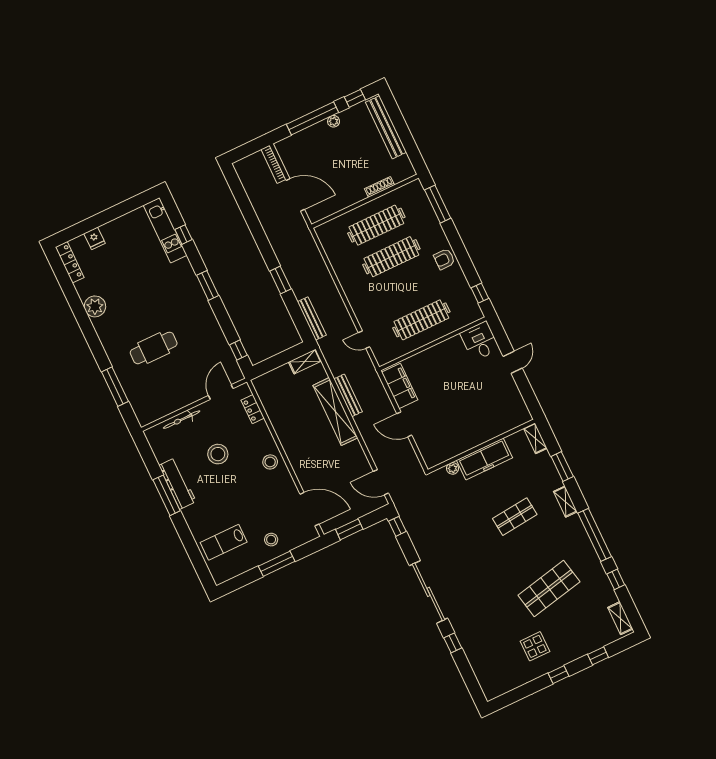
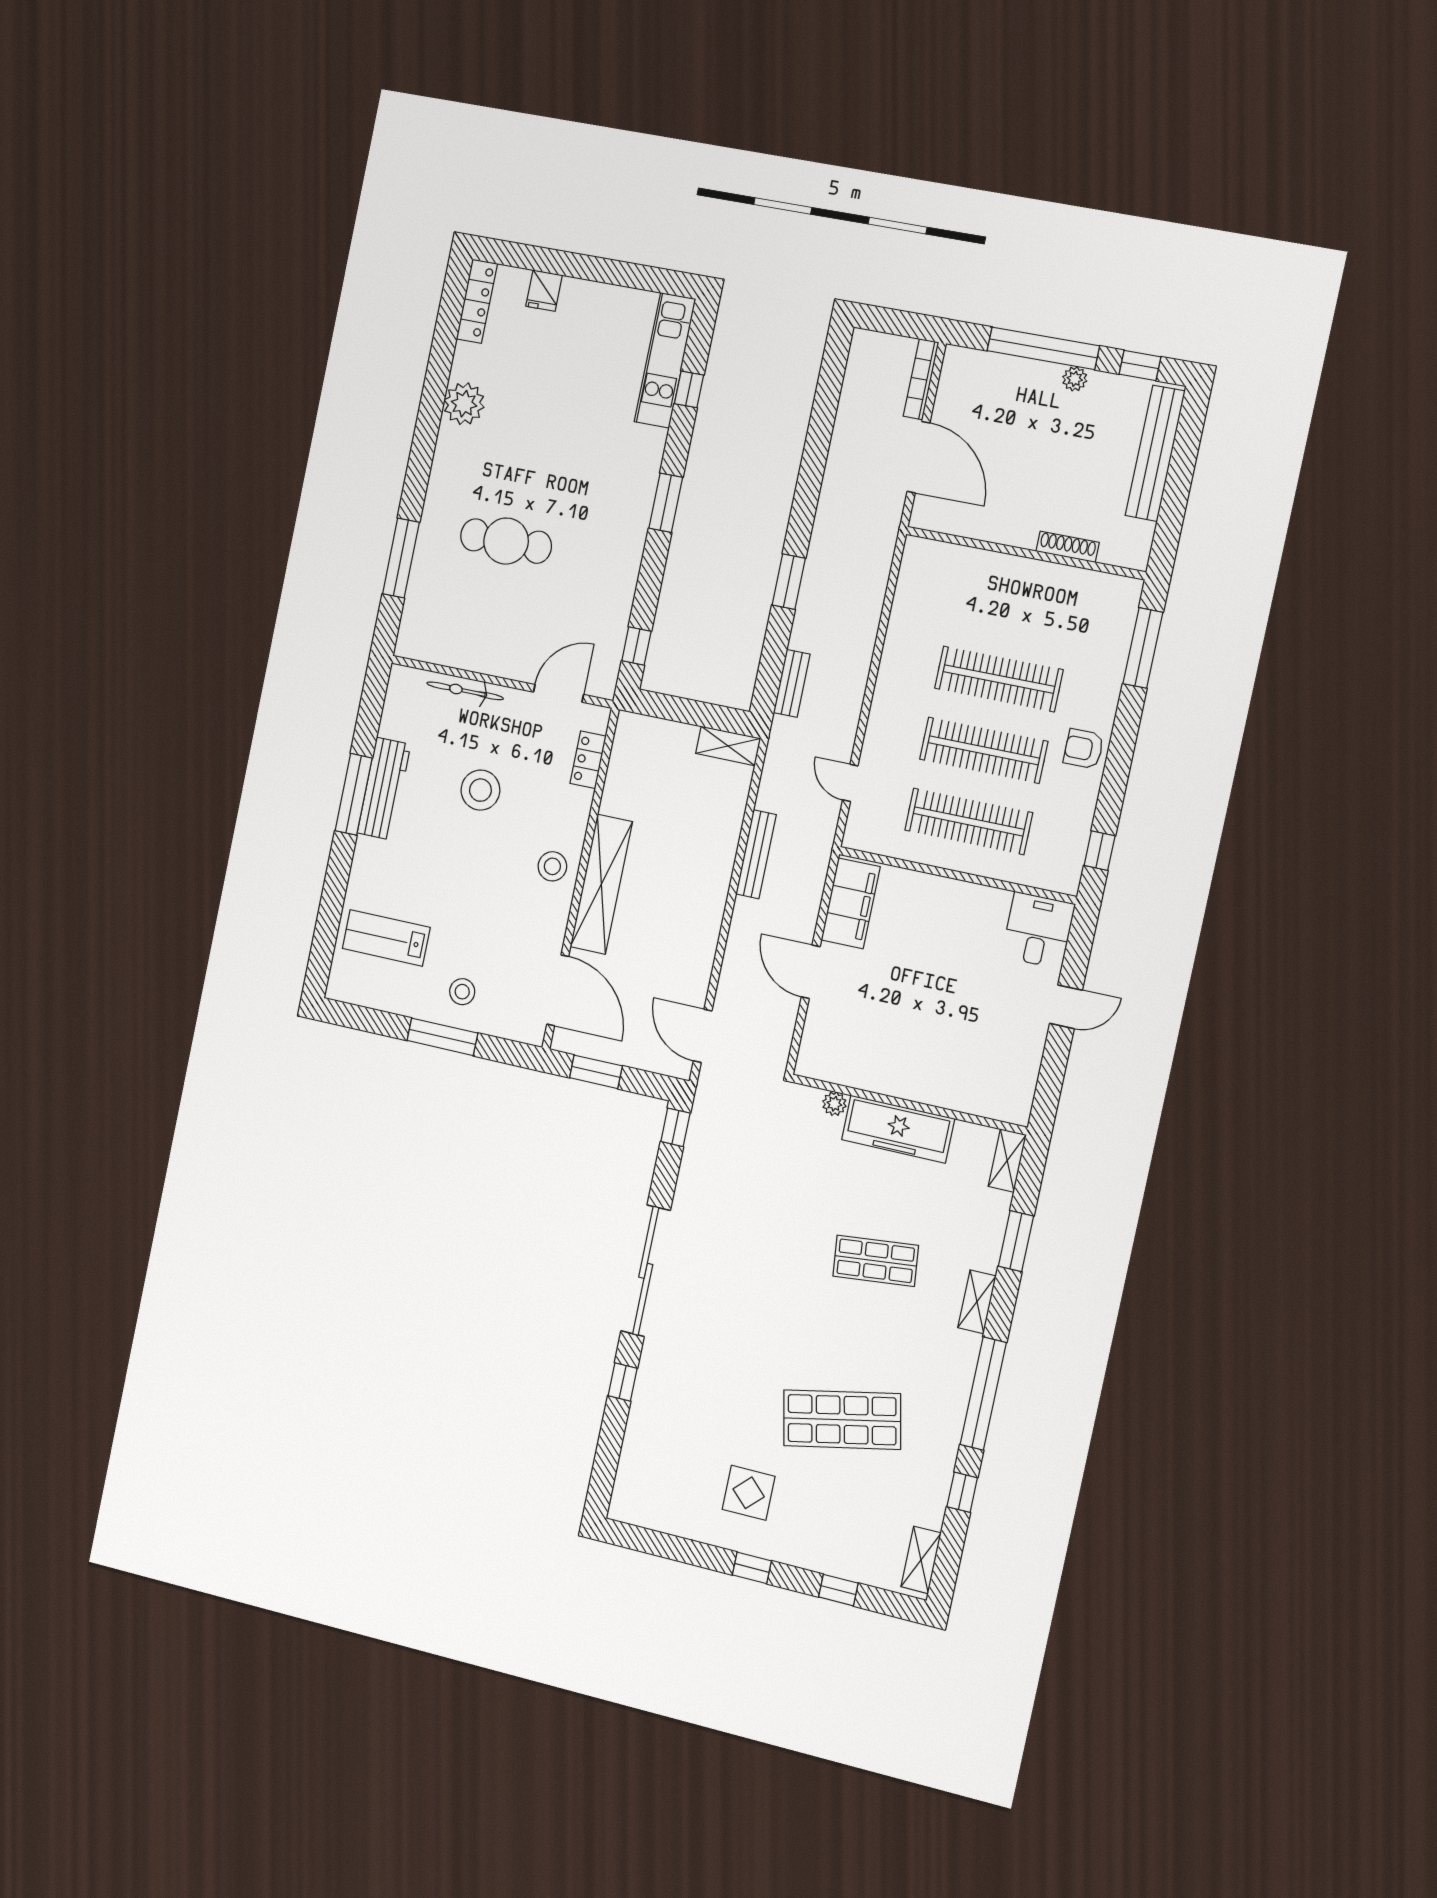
clothes rail: (376, 225) -> (984, 750), moved
bench: (312, 318) -> (792, 683), width x0.73
shelving: (335, 412) -> (601, 884), moved

